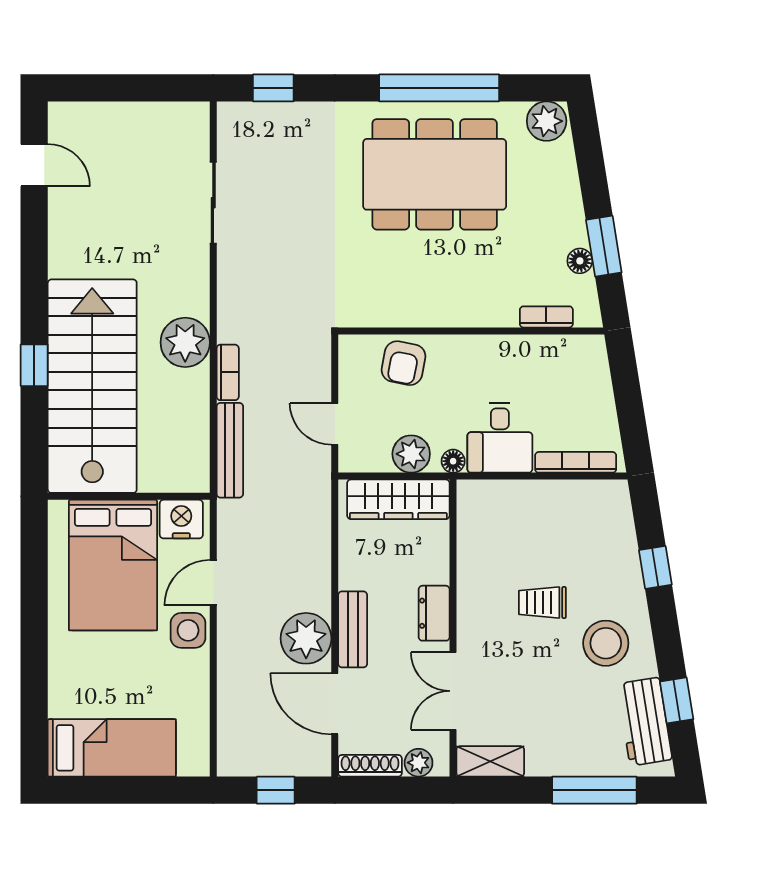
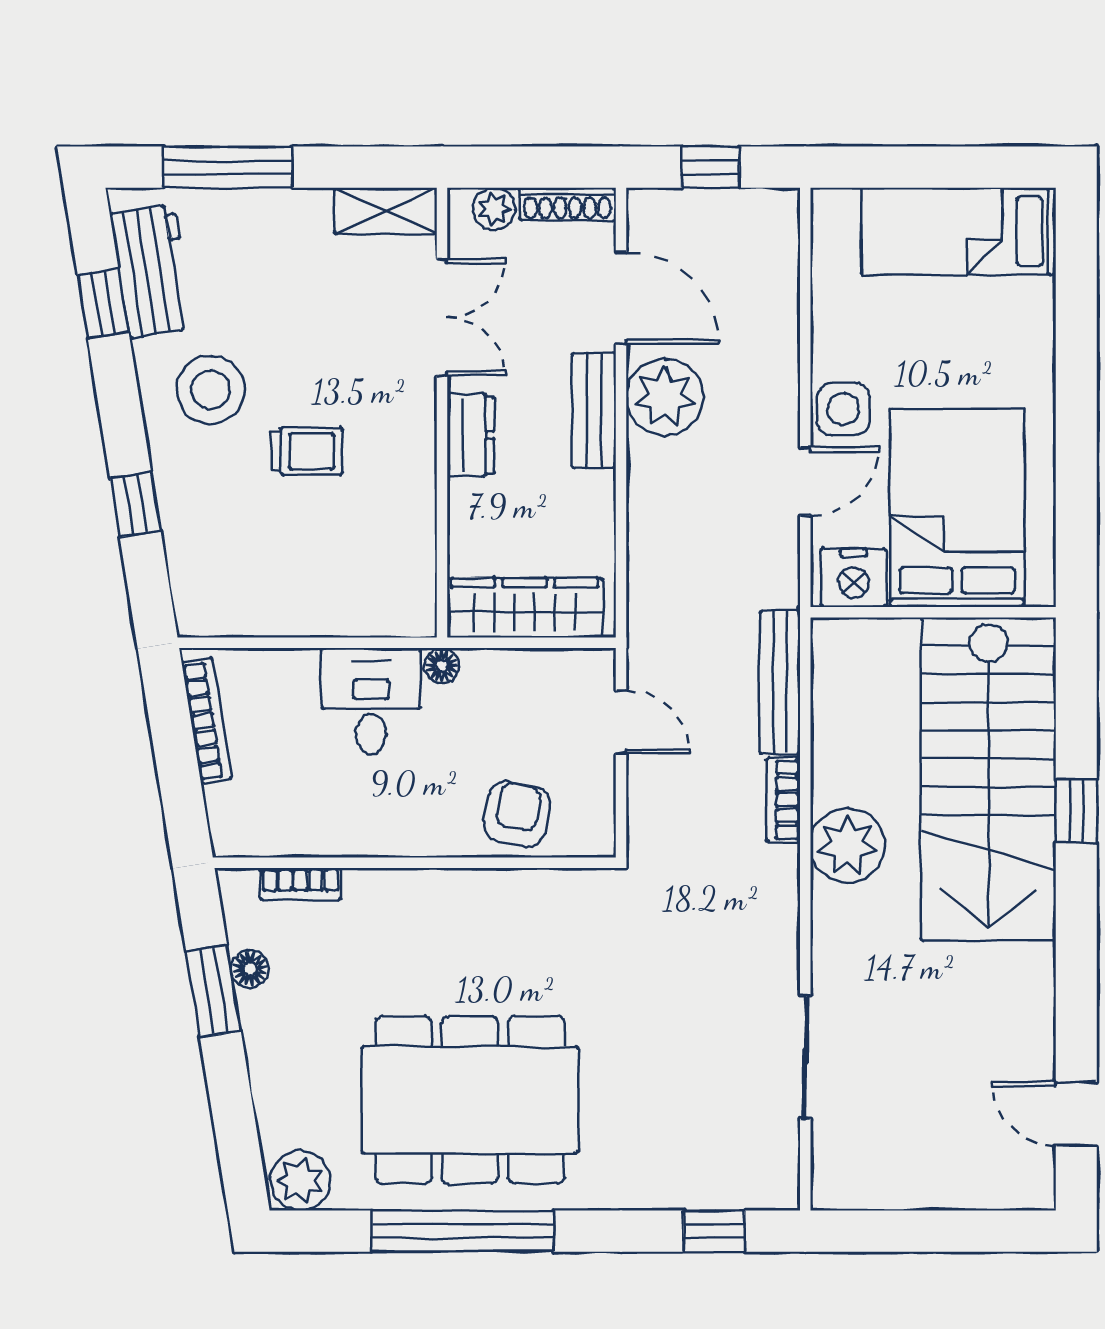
plant: (411, 454) -> (505, 676), removed
bookcase: (576, 462) -> (207, 721), moved, turned -99

